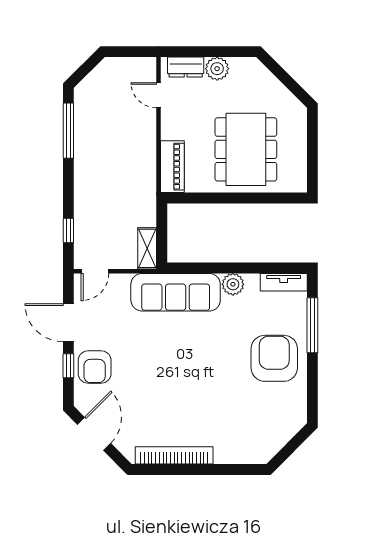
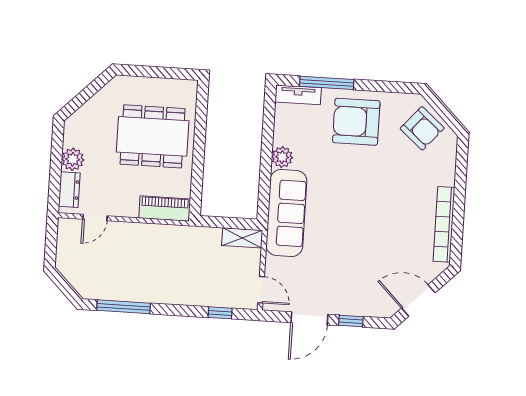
tv unit: (284, 282) -> (298, 95), moved, turned 90
armchair: (95, 367) -> (422, 128), moved, turned 41

